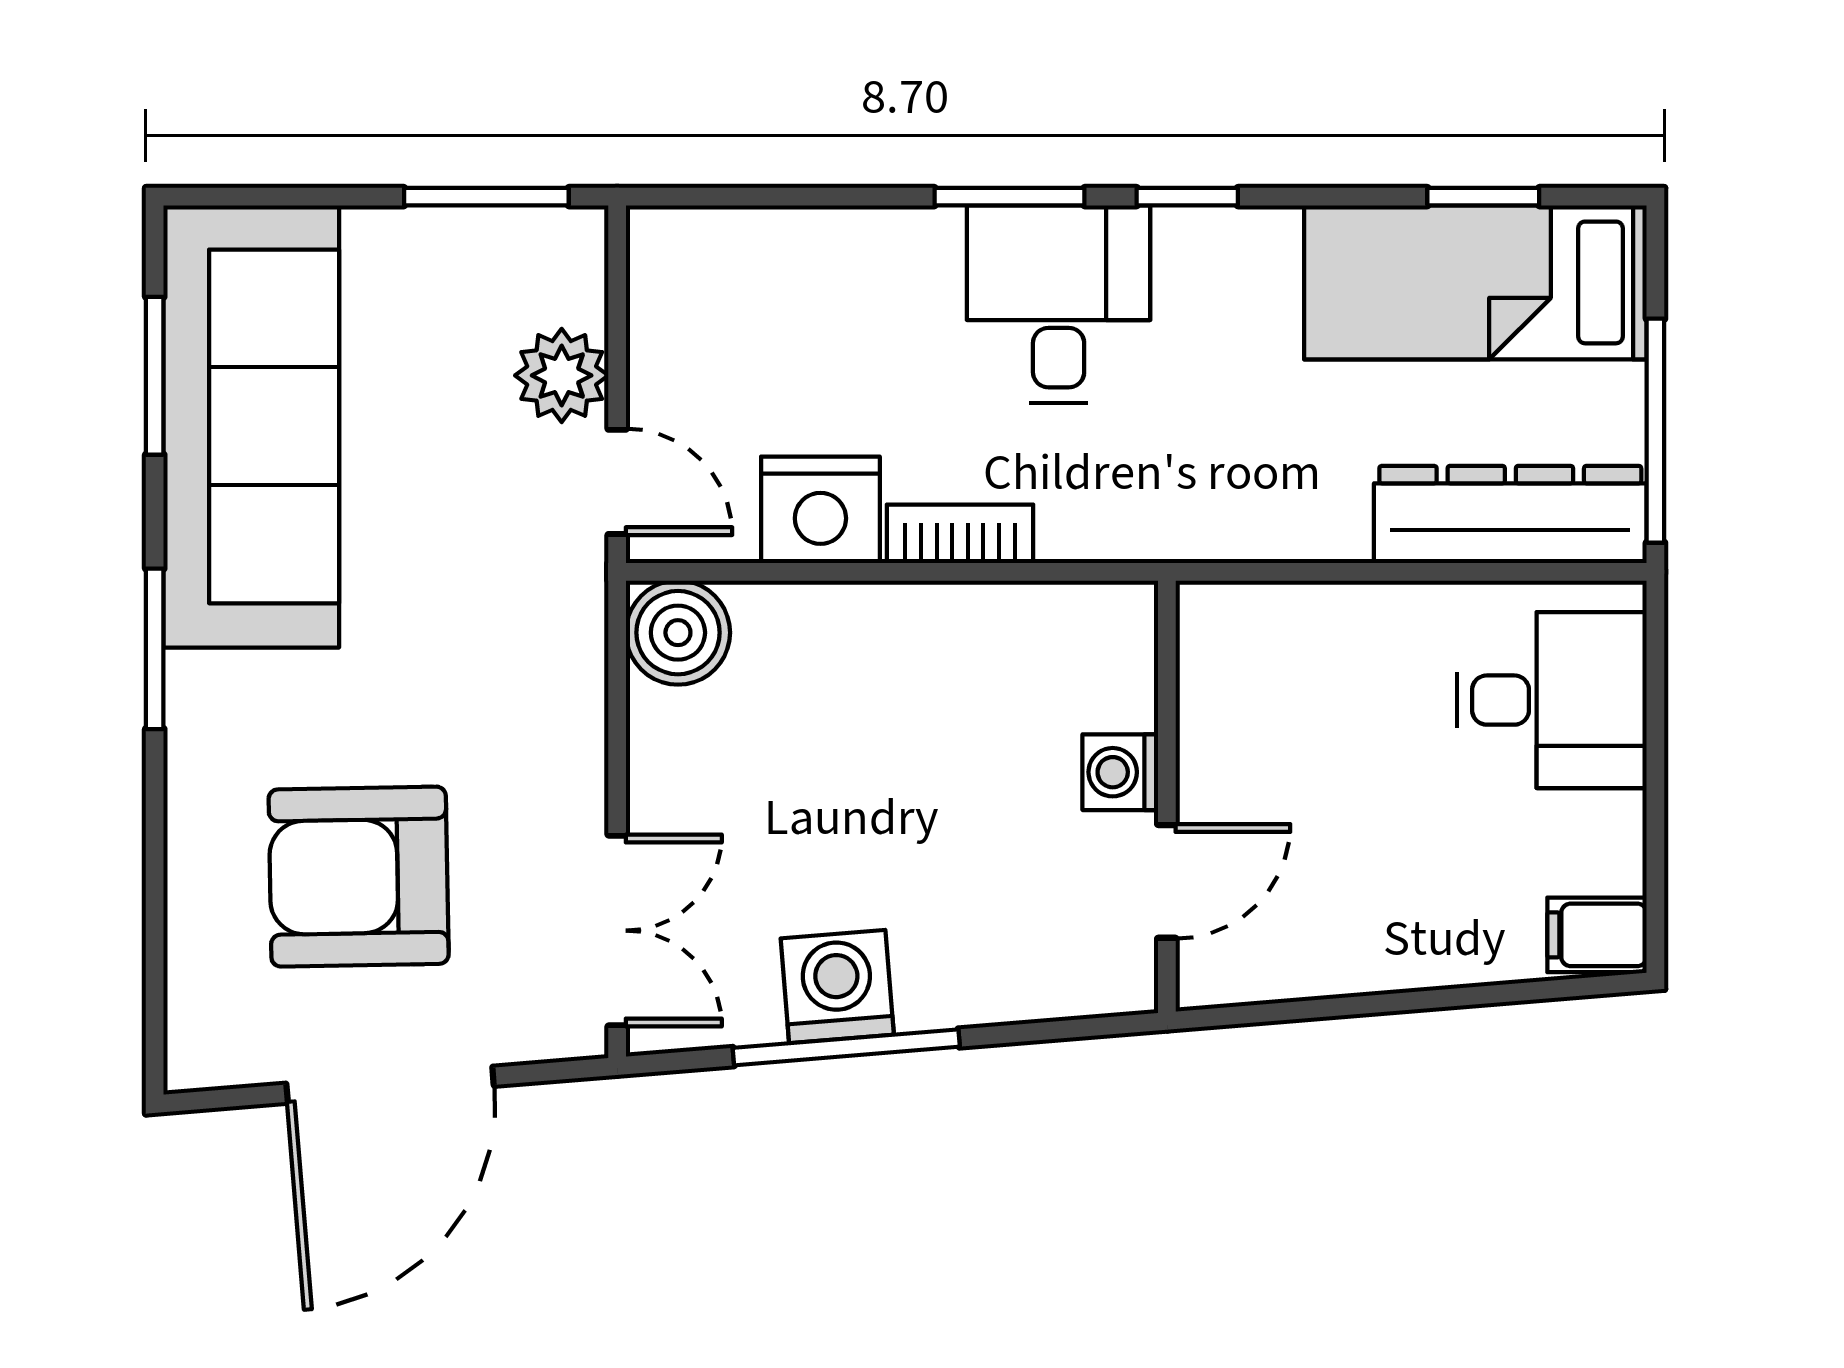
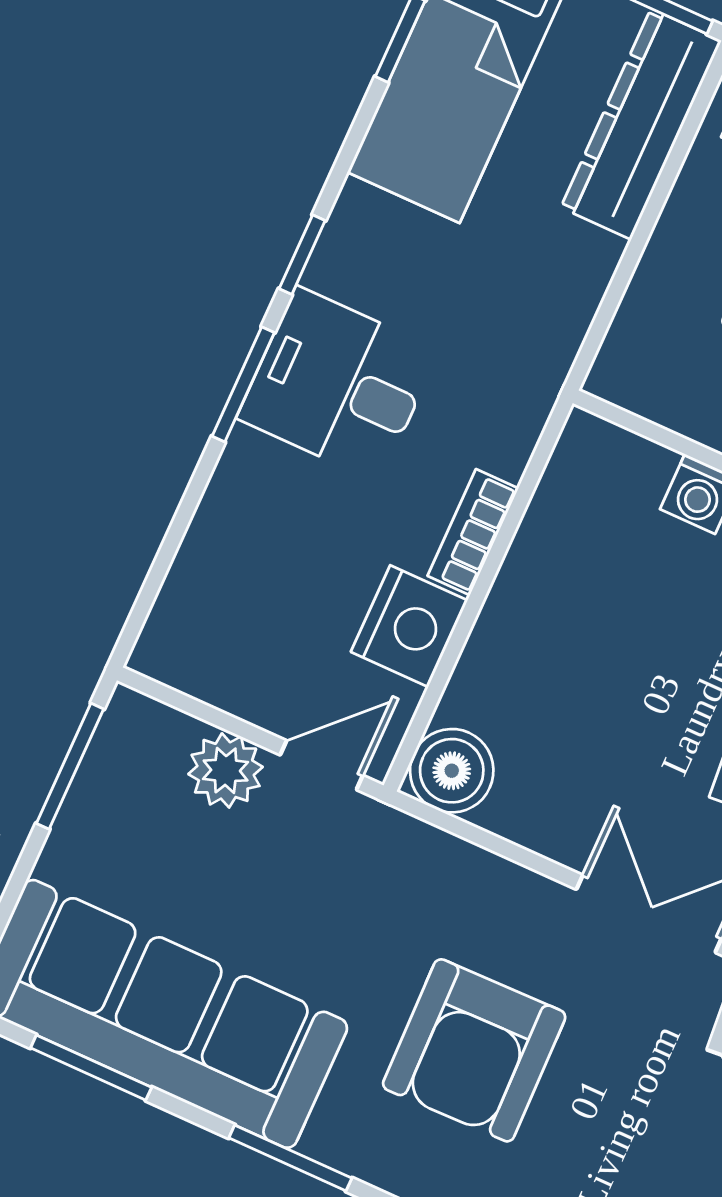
armchair: (359, 877) -> (474, 1050), moved

